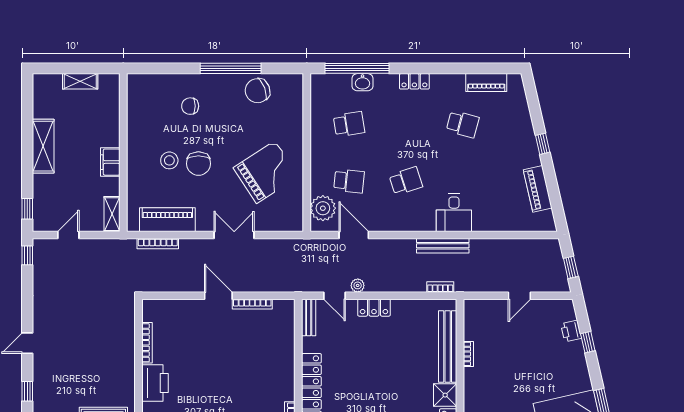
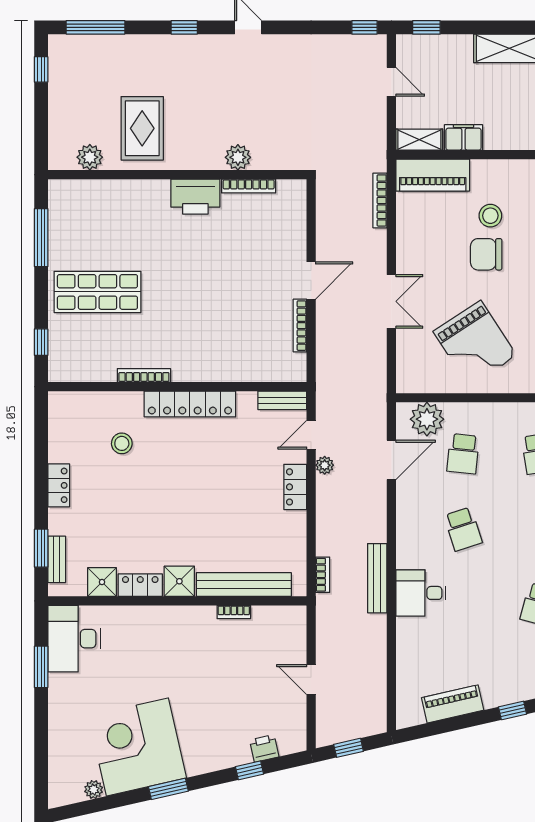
filing cabinet: (110, 162) -> (464, 137), moved
piano: (167, 220) -> (433, 175), moved, turned 90
plant: (125, 351) -> (238, 157), added

